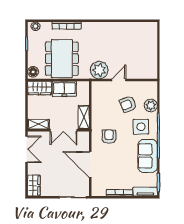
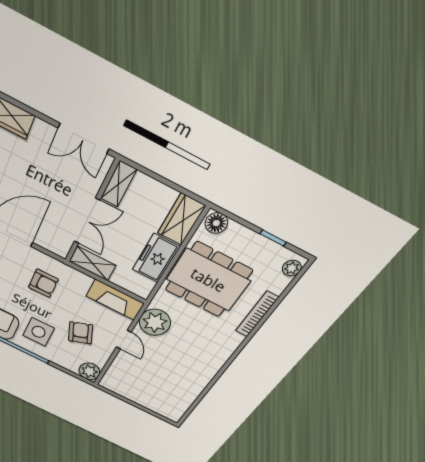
fireplace: (98, 96) -> (115, 300), added
plant: (151, 105) -> (89, 371), moved
double door: (63, 130) -> (87, 221), swing flipped

